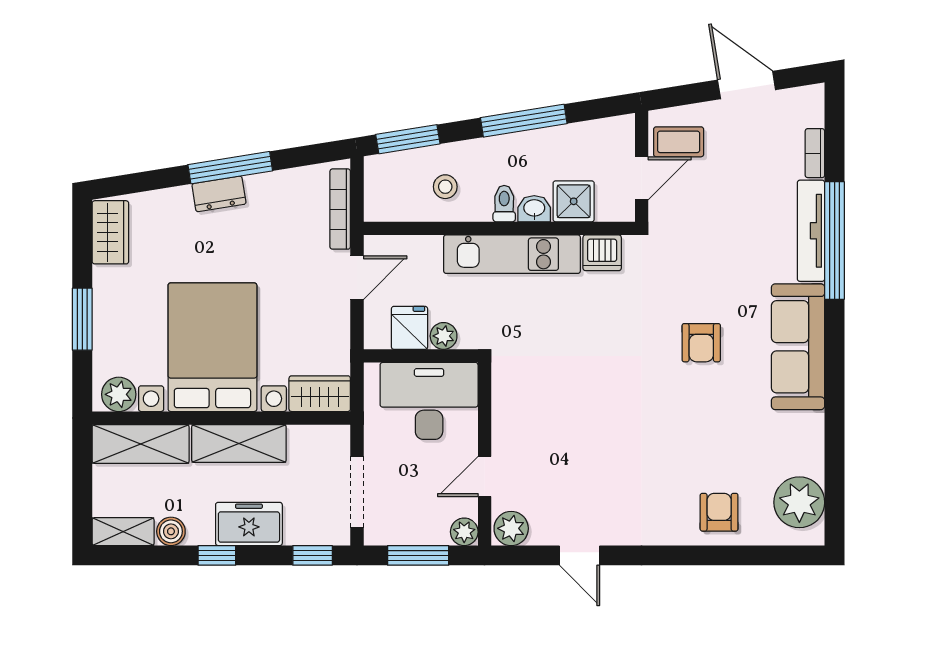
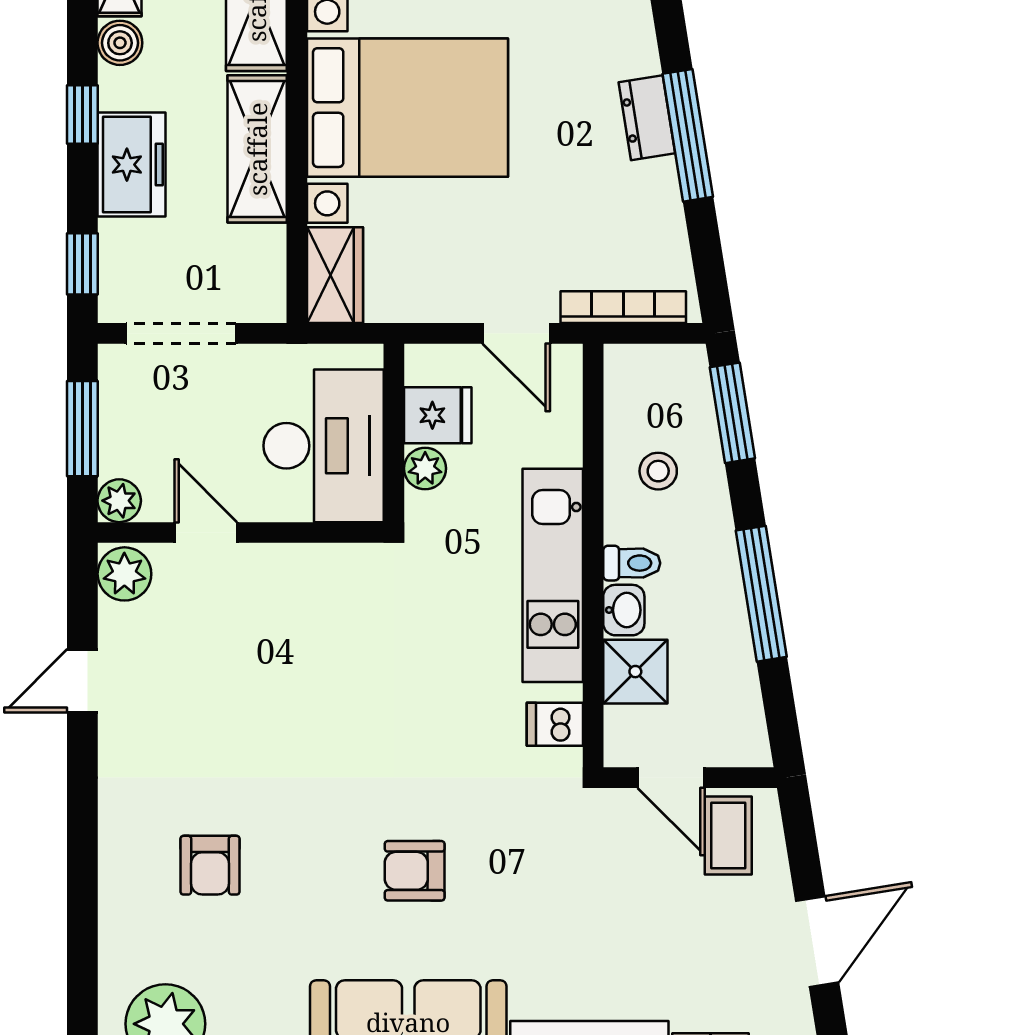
dishwasher: (602, 253) -> (555, 724), width x0.73
armchair: (719, 512) -> (210, 865), moved, turned 90

